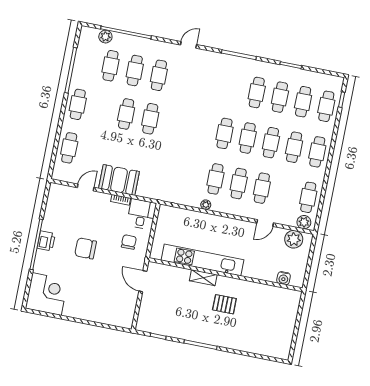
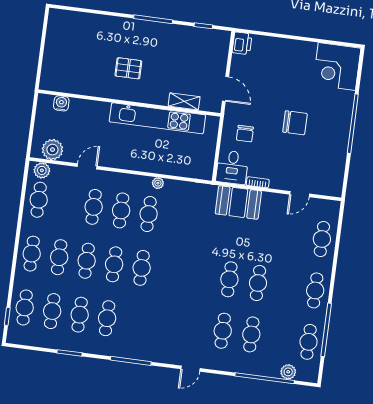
cafe table: (111, 66) -> (309, 342), moved
booth: (119, 180) -> (238, 202), moved
printer: (46, 241) -> (242, 43), moved, turned 180
shelving: (203, 278) -> (184, 101), moved

